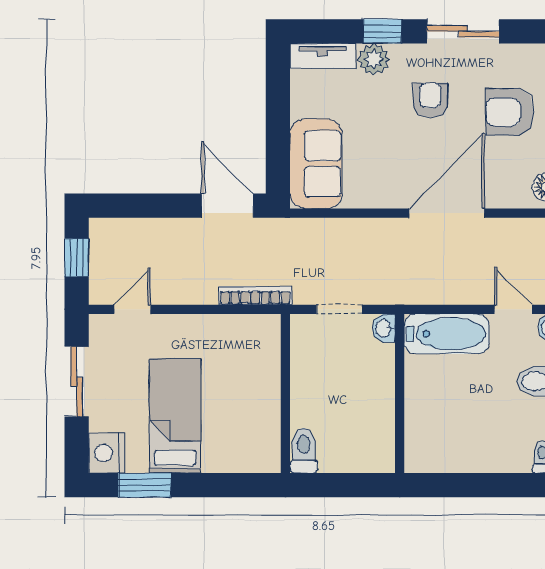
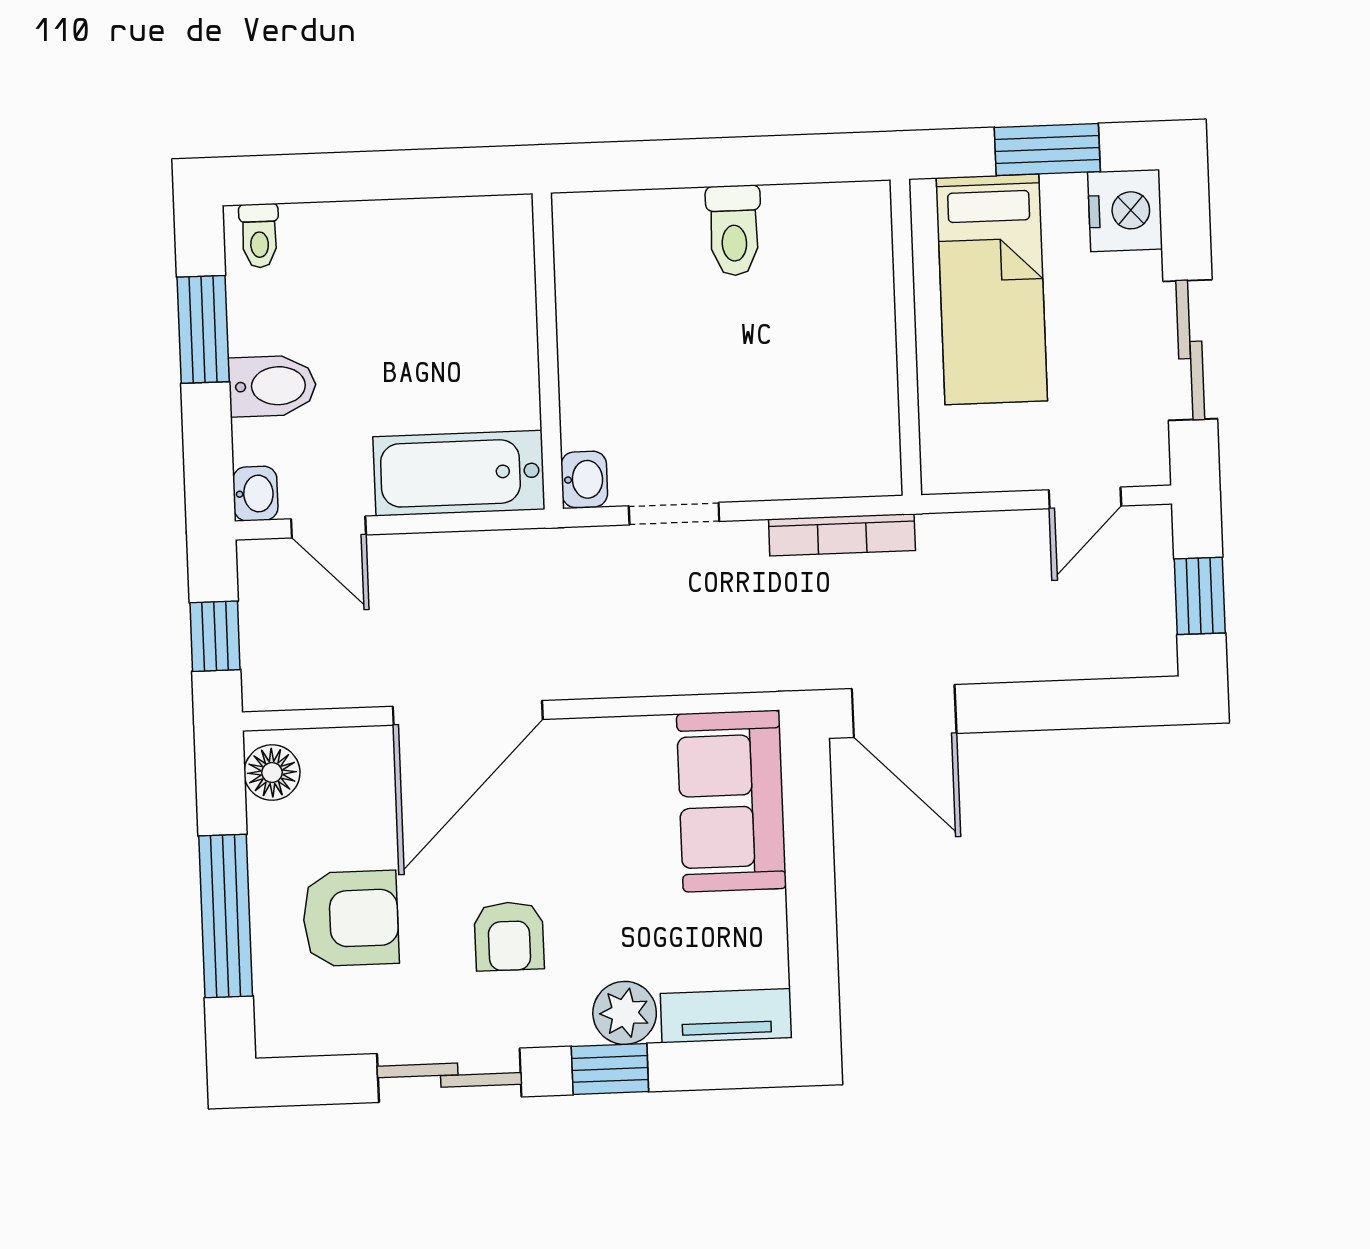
wall: (285, 393) -> (906, 337), moved

